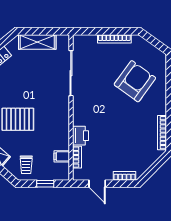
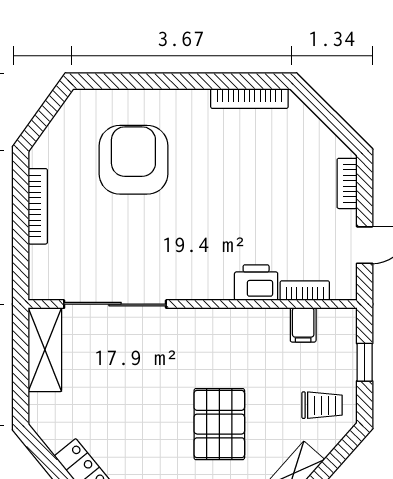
shelving: (37, 42) -> (45, 350), moved
armchair: (135, 81) -> (133, 160), turned 54

